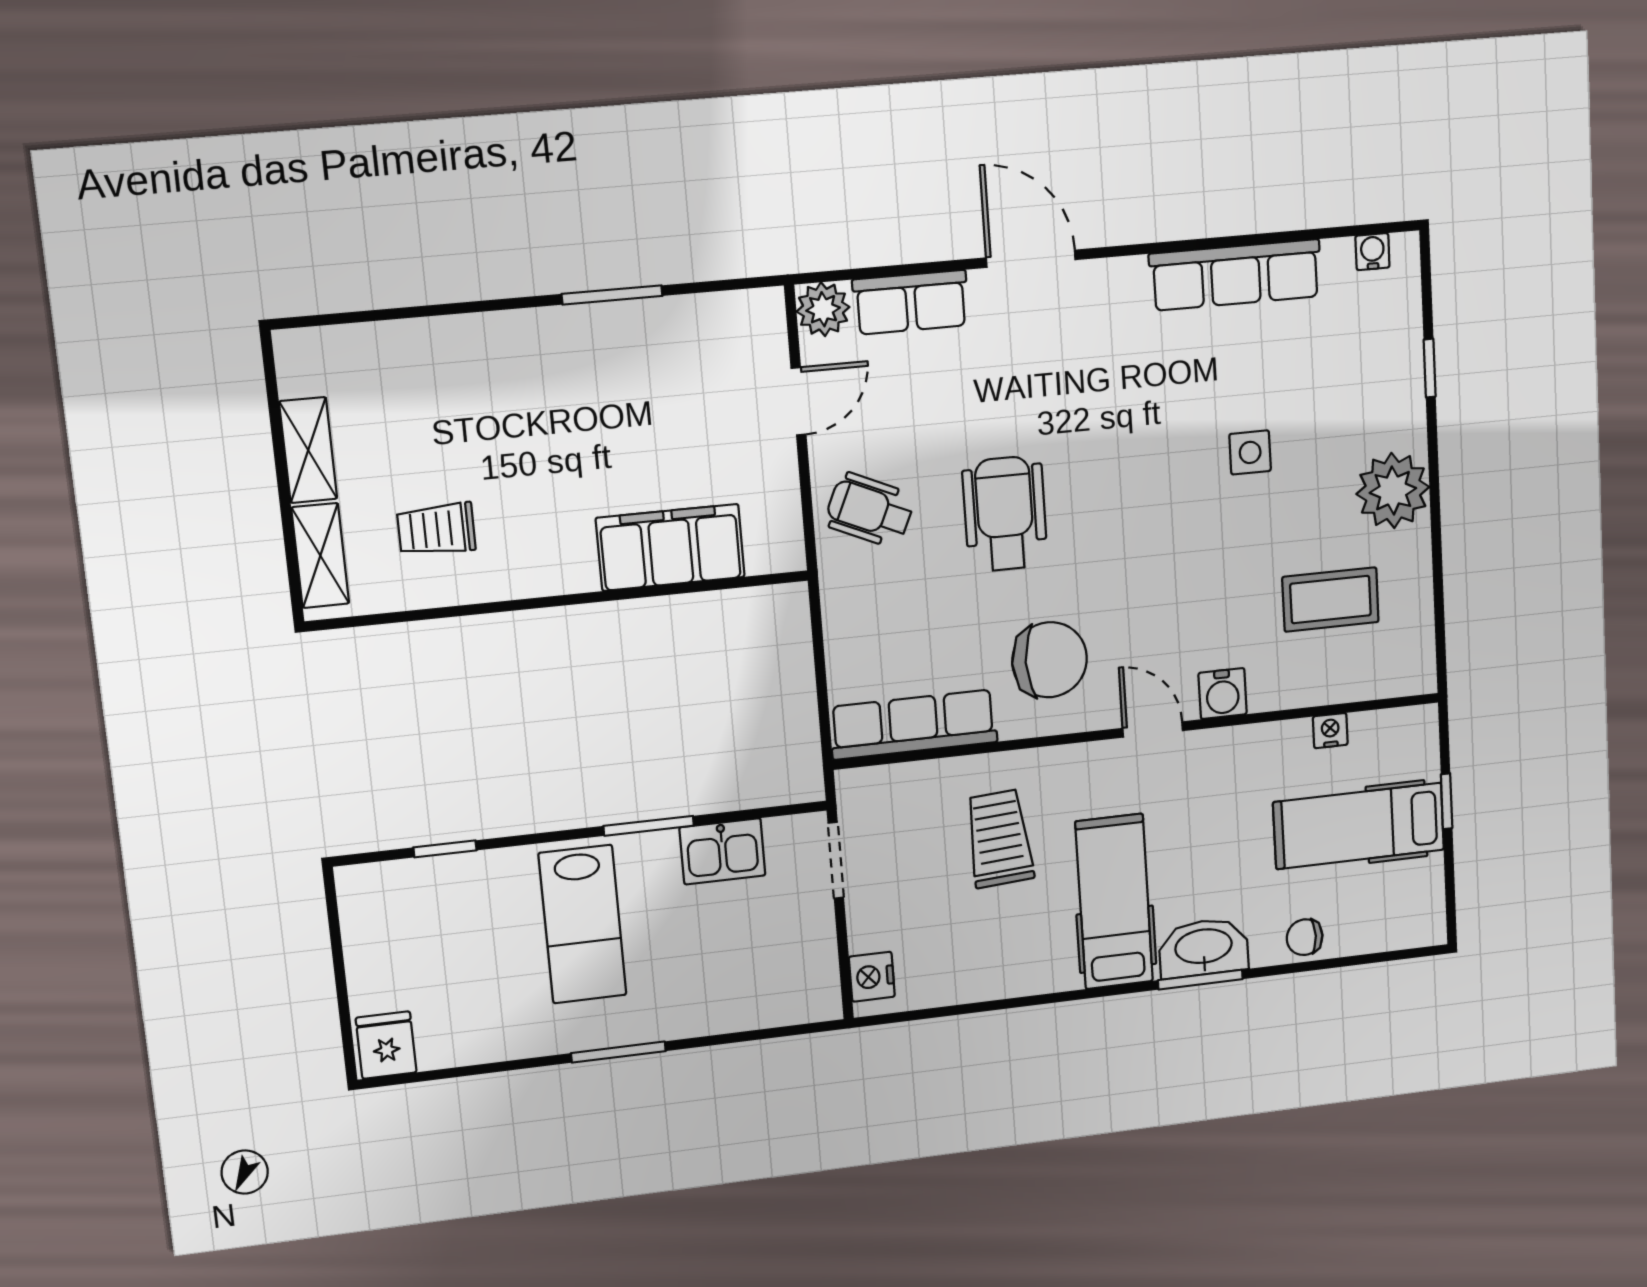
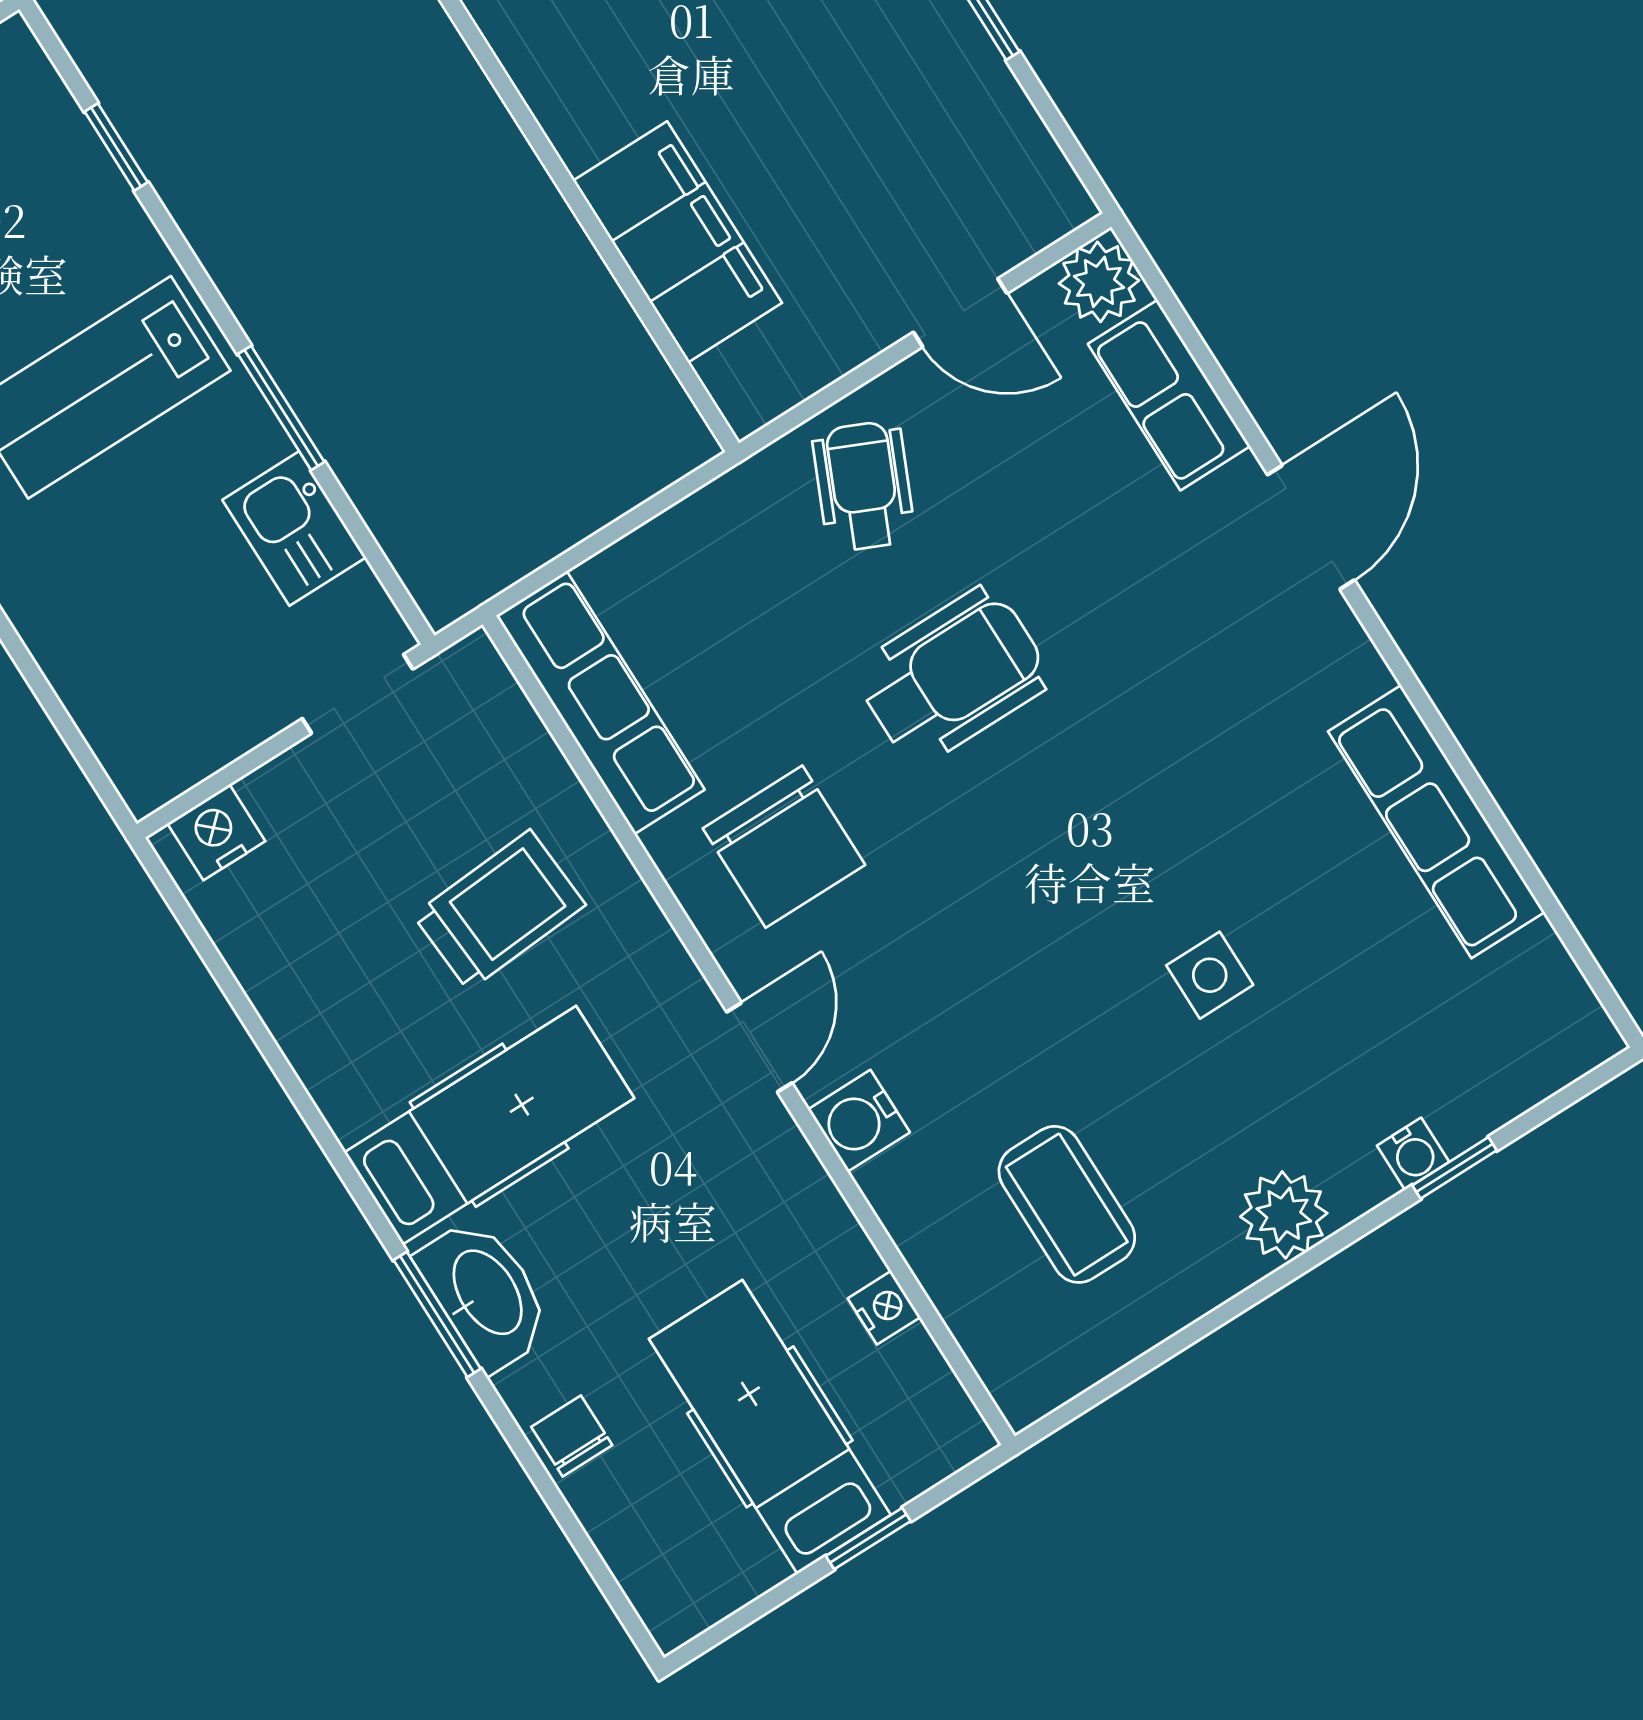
water cooler: (1372, 252) -> (1413, 1154), moved, turned 90
plant: (1393, 491) -> (1284, 1215), width x0.73, depth x0.73

